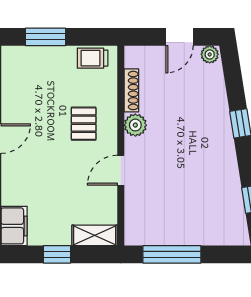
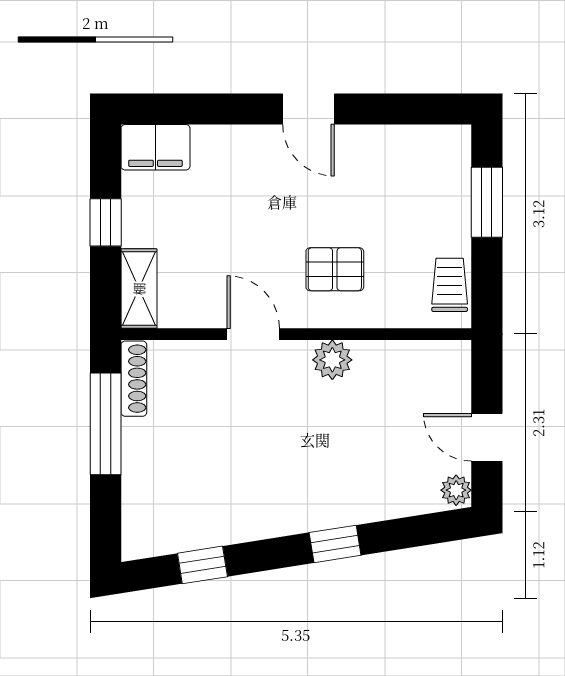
shoe rack: (131, 90) -> (134, 379), moved, turned -90

